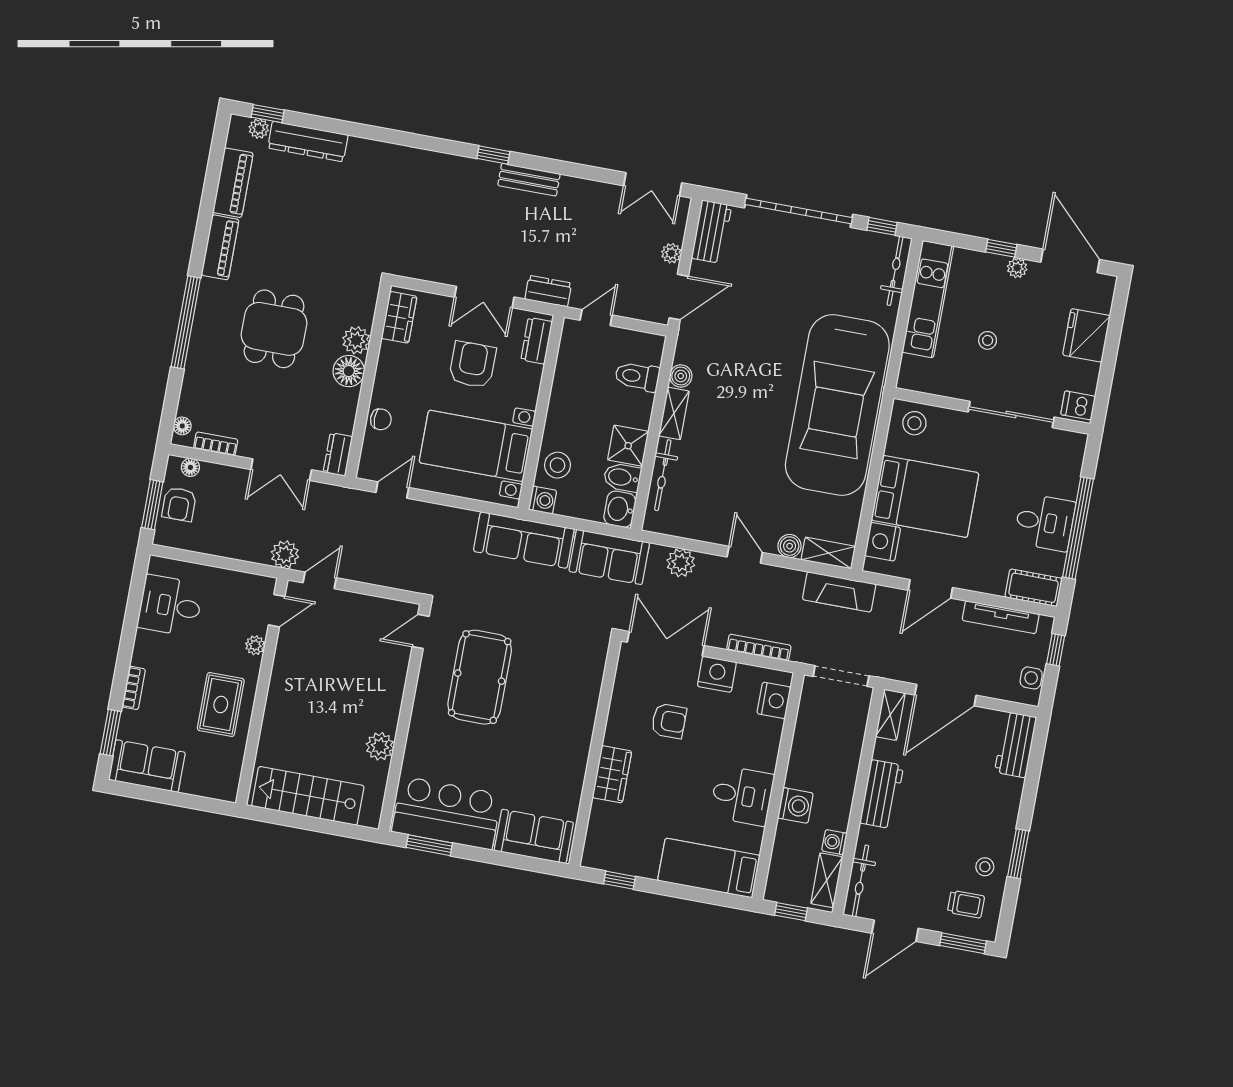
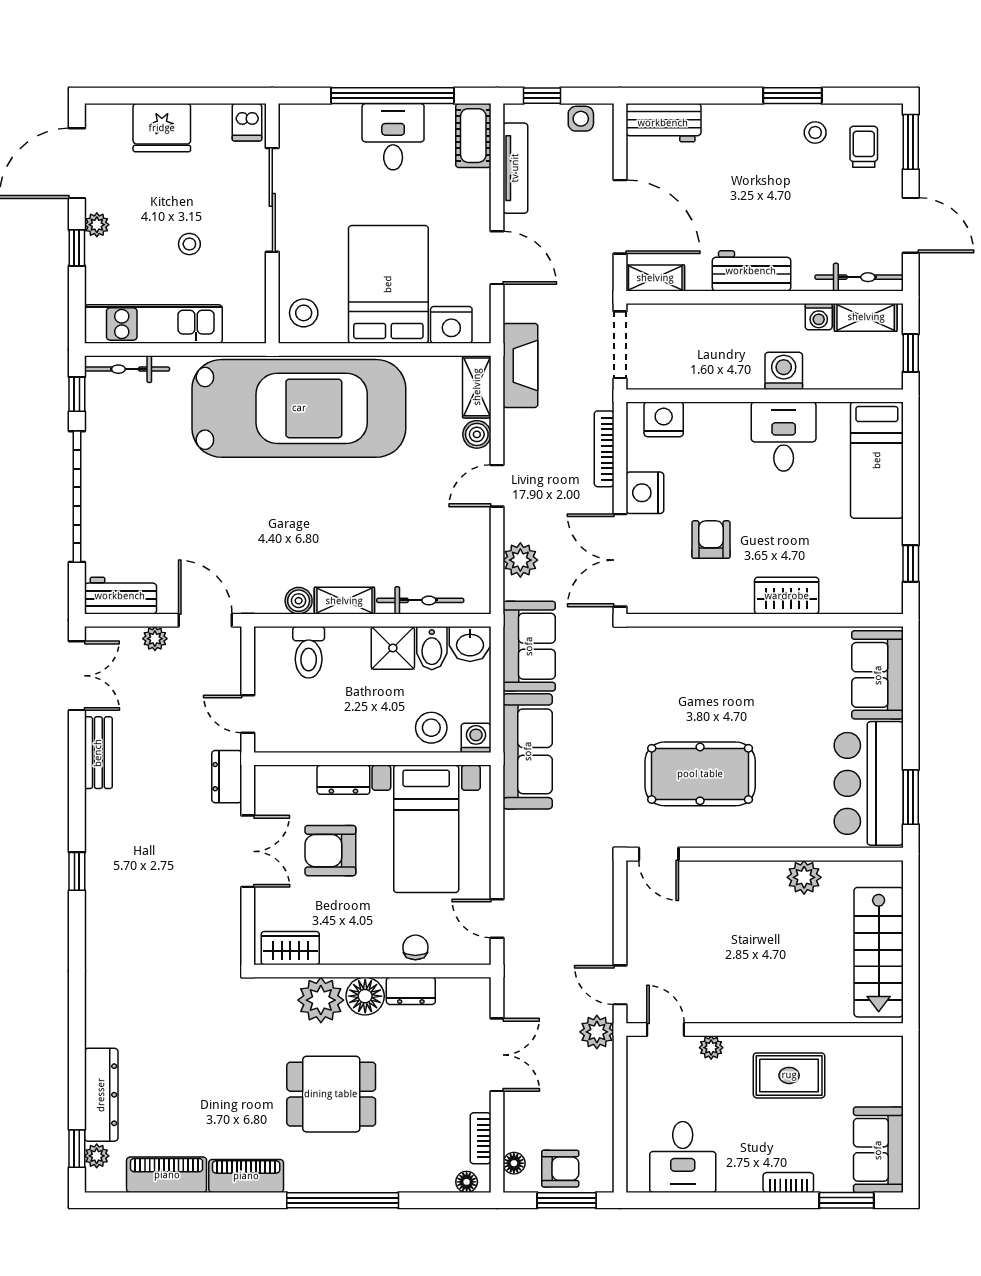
bench: (529, 180) -> (98, 753), moved
plant: (356, 340) -> (321, 1000), width x1.36, depth x1.36
dresser: (537, 341) -> (343, 780), moved
dresser: (338, 454) -> (411, 991), moved

